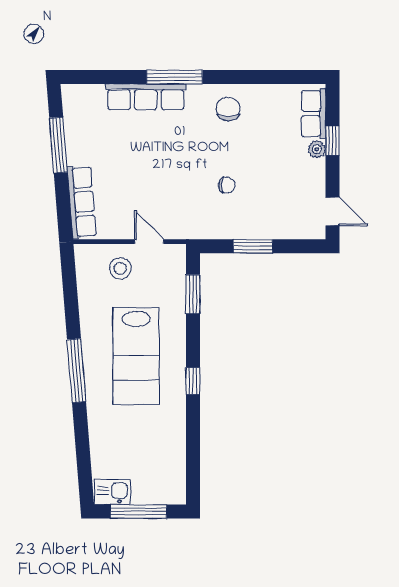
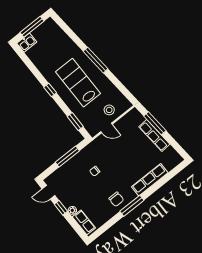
window: (175, 77) -> (132, 206), moved
window: (332, 141) -> (61, 208), moved
window: (58, 145) -> (155, 123), moved
row of seats: (82, 202) -> (154, 135), moved
window: (253, 246) -> (67, 157), width x1.44
kitchen sink: (112, 492) -> (27, 43), moved

